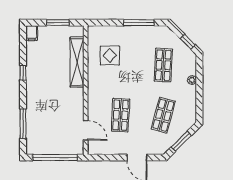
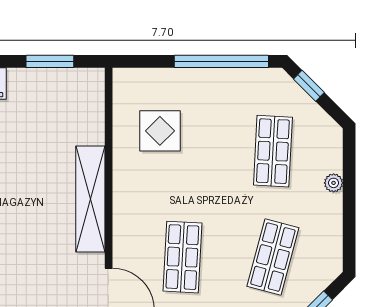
window: (139, 23) -> (221, 61), width x1.46
window: (188, 42) -> (309, 86), moved
shelving: (77, 62) -> (90, 199), moved

